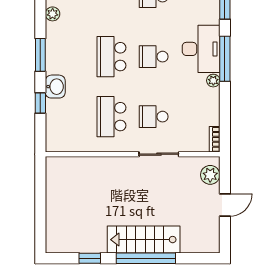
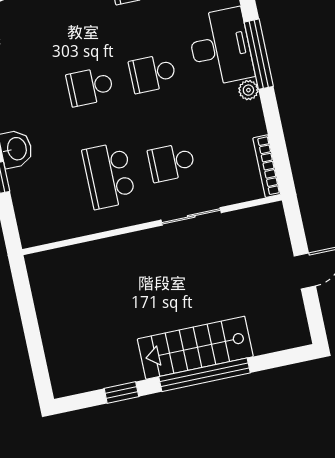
school desk: (111, 57) -> (90, 87), width x0.54
bookcase: (215, 139) -> (267, 166), width x1.56
plant: (210, 175) -> (274, 231), removed

